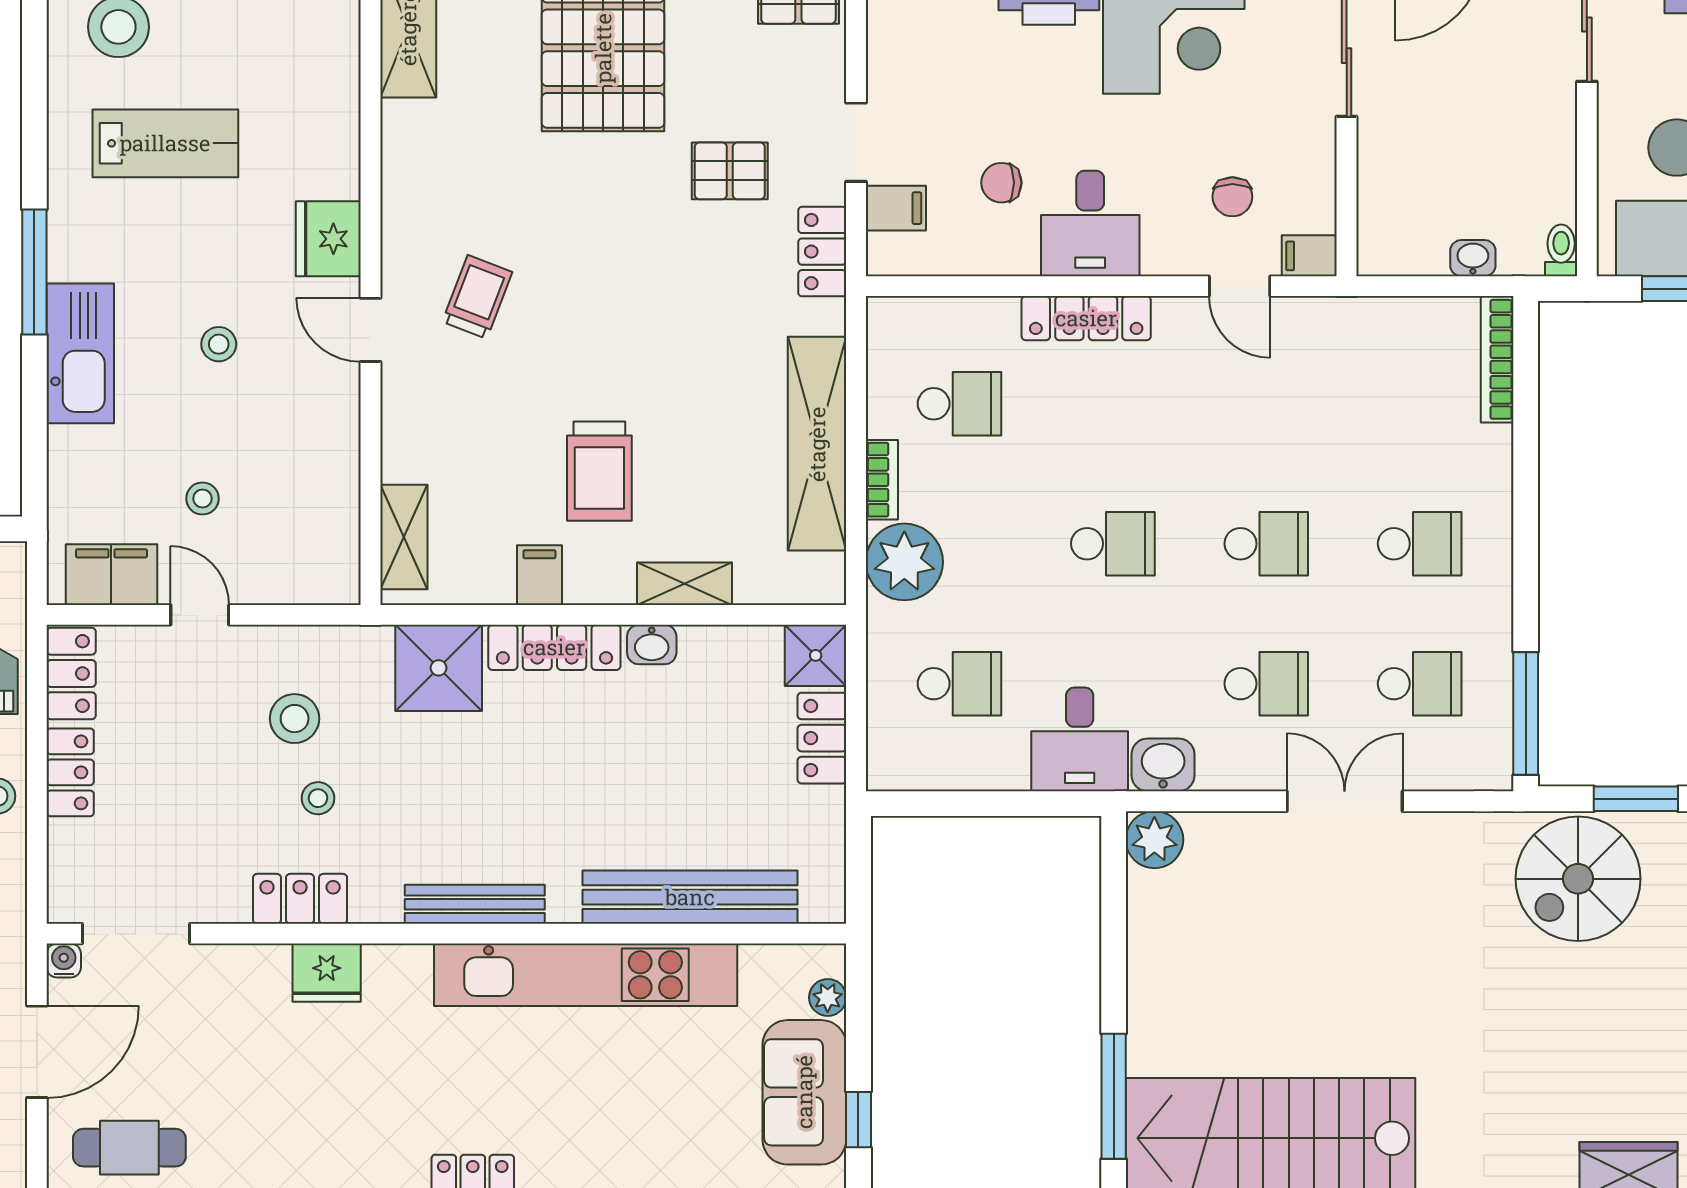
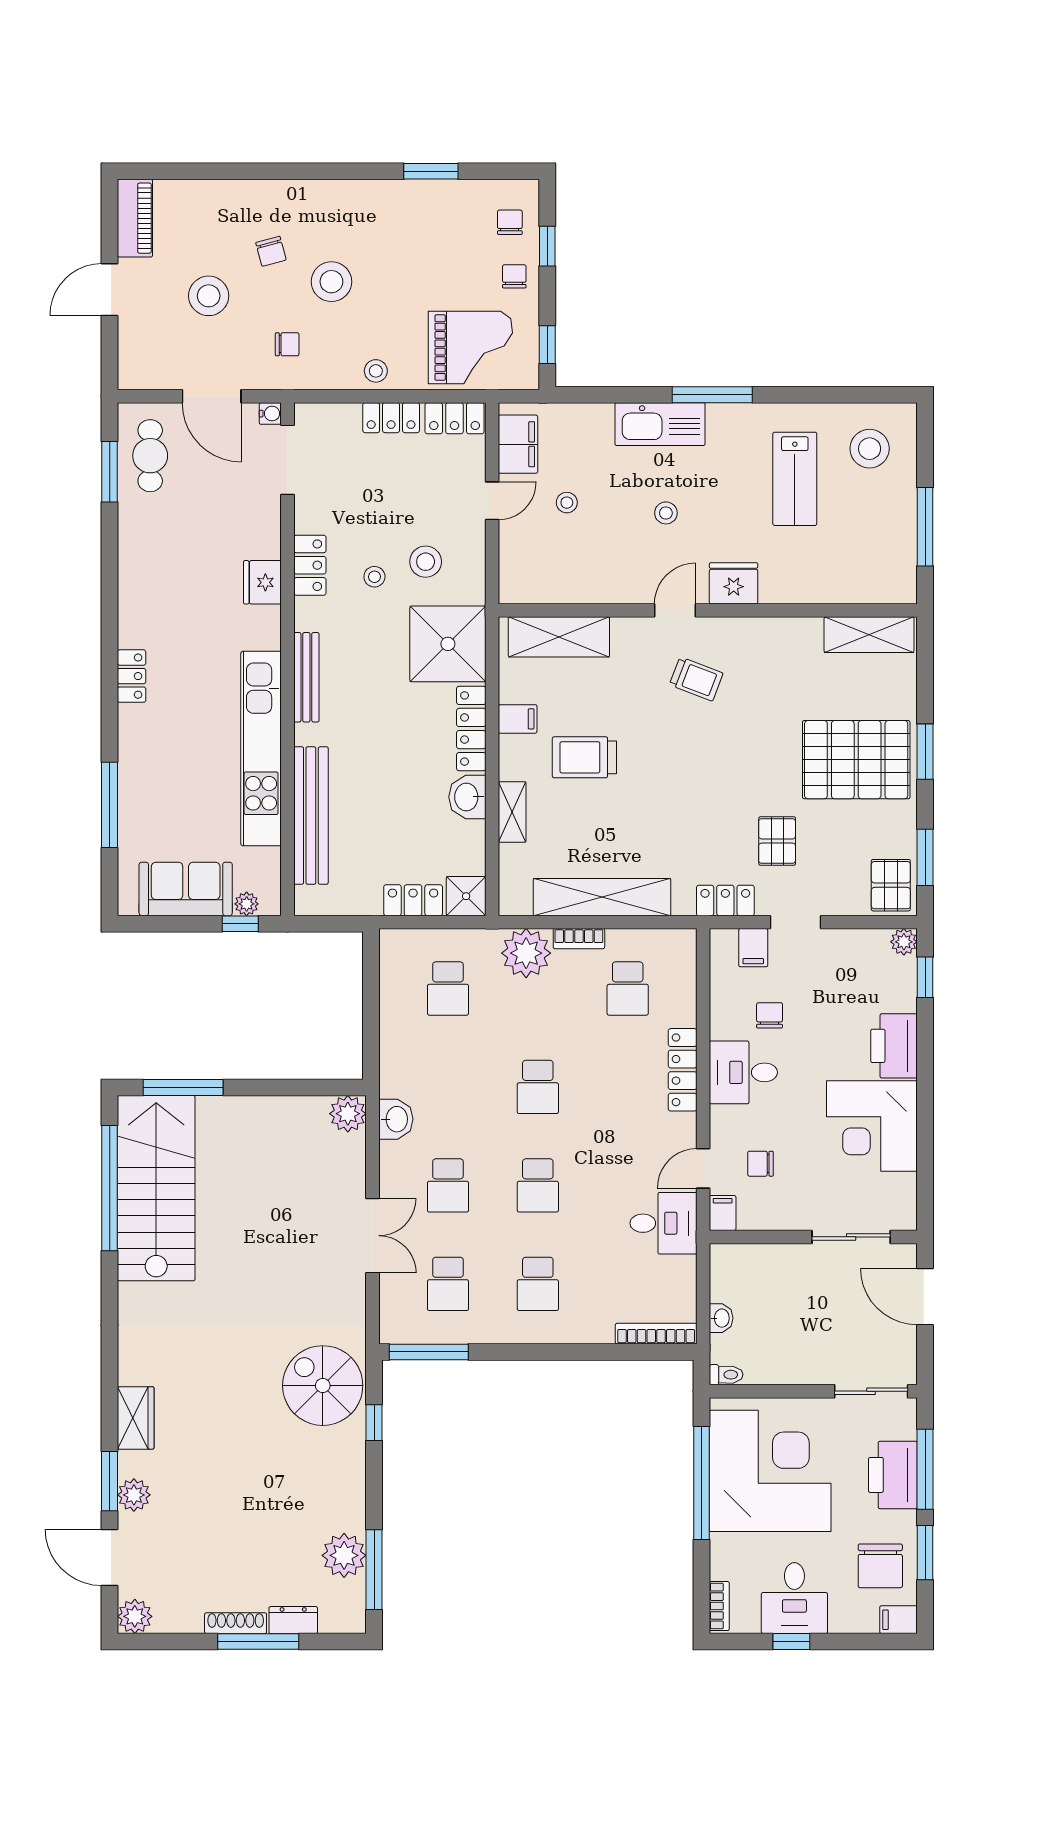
shelving: (404, 537) -> (559, 637), width x1.50, depth x1.33
washbasin: (652, 644) -> (467, 797), width x1.38, depth x1.45
shower: (439, 668) -> (448, 644), width x1.37, depth x1.37
desk: (1080, 739) -> (663, 1223), moved, turned 180
window: (1636, 799) -> (374, 1423), width x0.67
window: (858, 1120) -> (240, 924), moved

